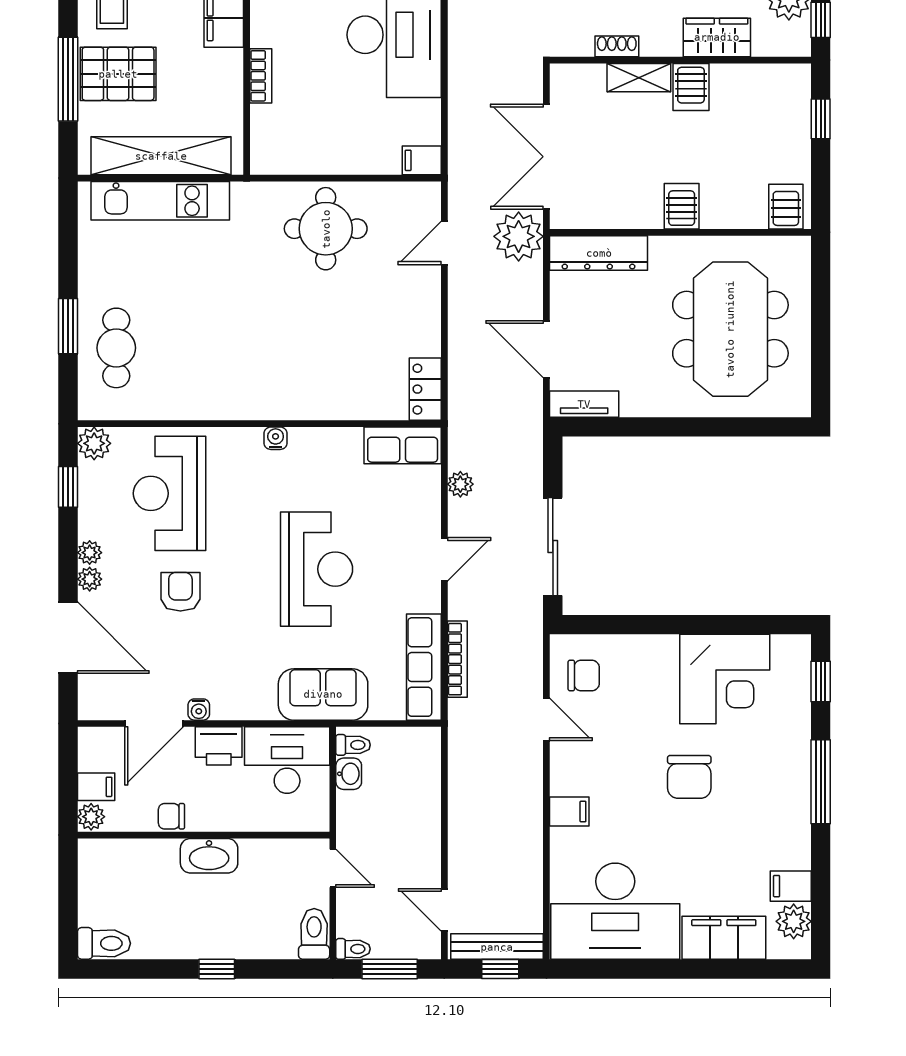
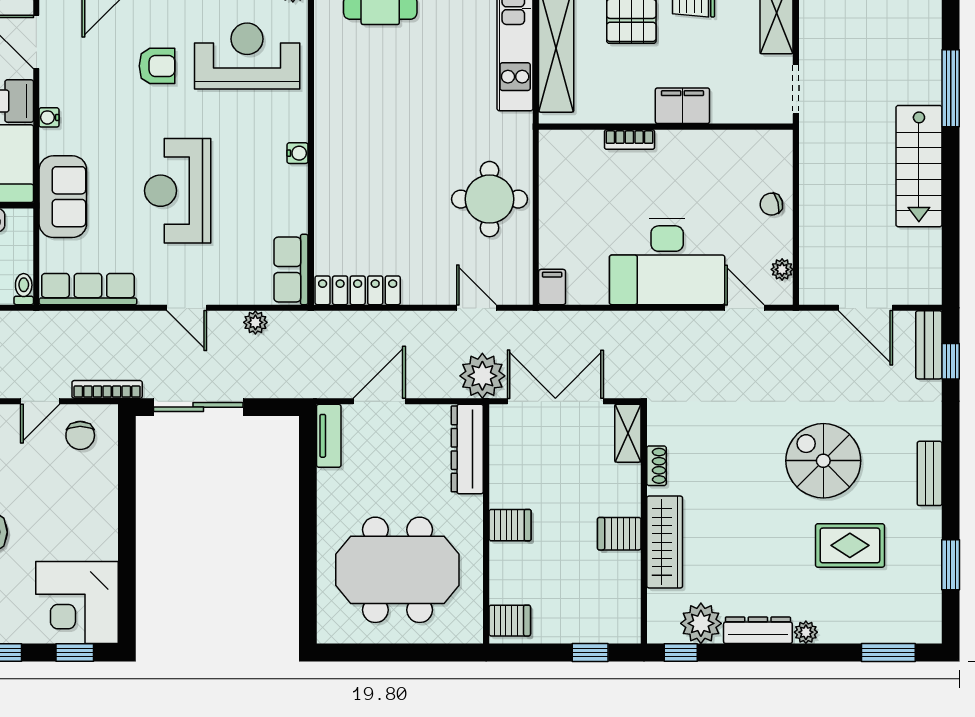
wardrobe: (717, 37) -> (665, 542), width x1.50
shelving: (639, 78) -> (628, 433), moved
locker: (425, 389) -> (358, 290), width x1.53
reception desk: (317, 569) -> (178, 191), turned 90
bookcase: (457, 659) -> (107, 389), moved, turned 180
corner desk: (725, 679) -> (77, 603), moved
water cooler: (199, 710) -> (49, 117), moved
toilet: (353, 745) -> (24, 289), moved, turned 180

